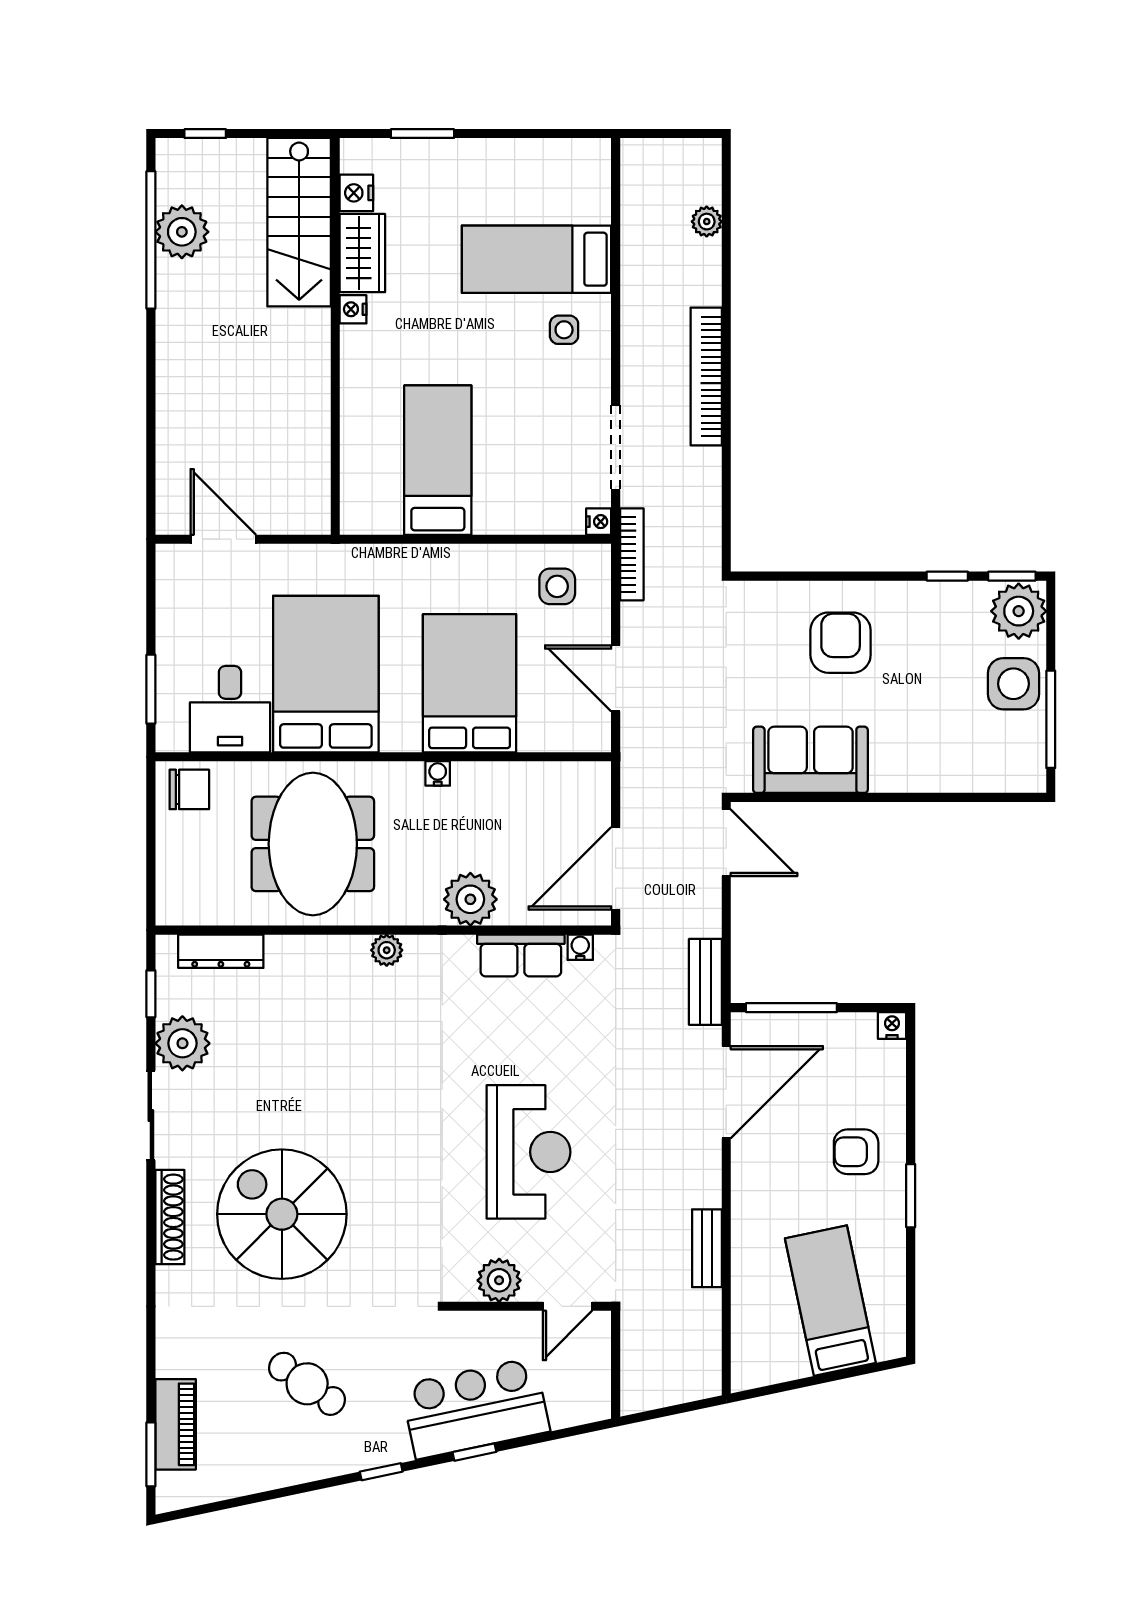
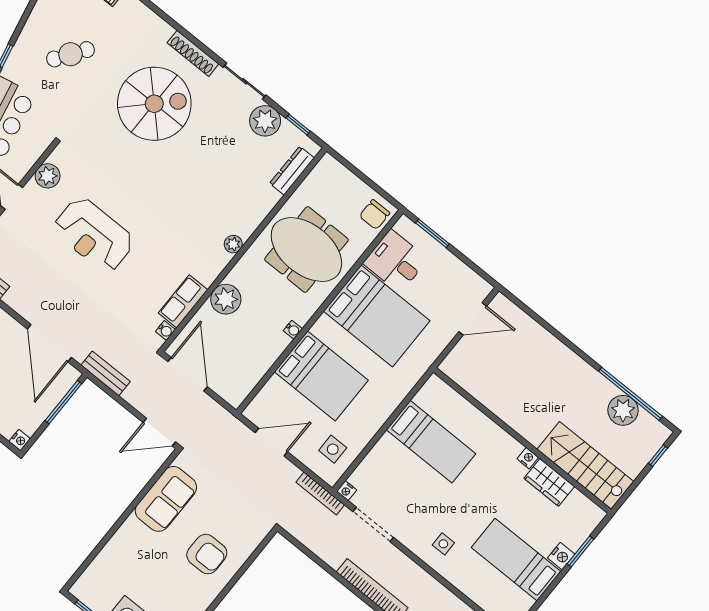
nightstand: (356, 193) -> (561, 556), moved, turned 90
bed: (536, 259) -> (516, 560), moved, turned -90

